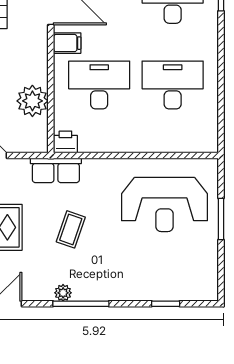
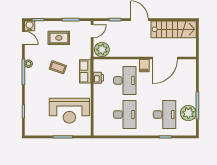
plant: (32, 101) -> (102, 50), moved
printer: (65, 142) -> (98, 78), moved
row of seats: (56, 170) -> (85, 71), moved
reception desk: (165, 204) -> (69, 111), turned -90

